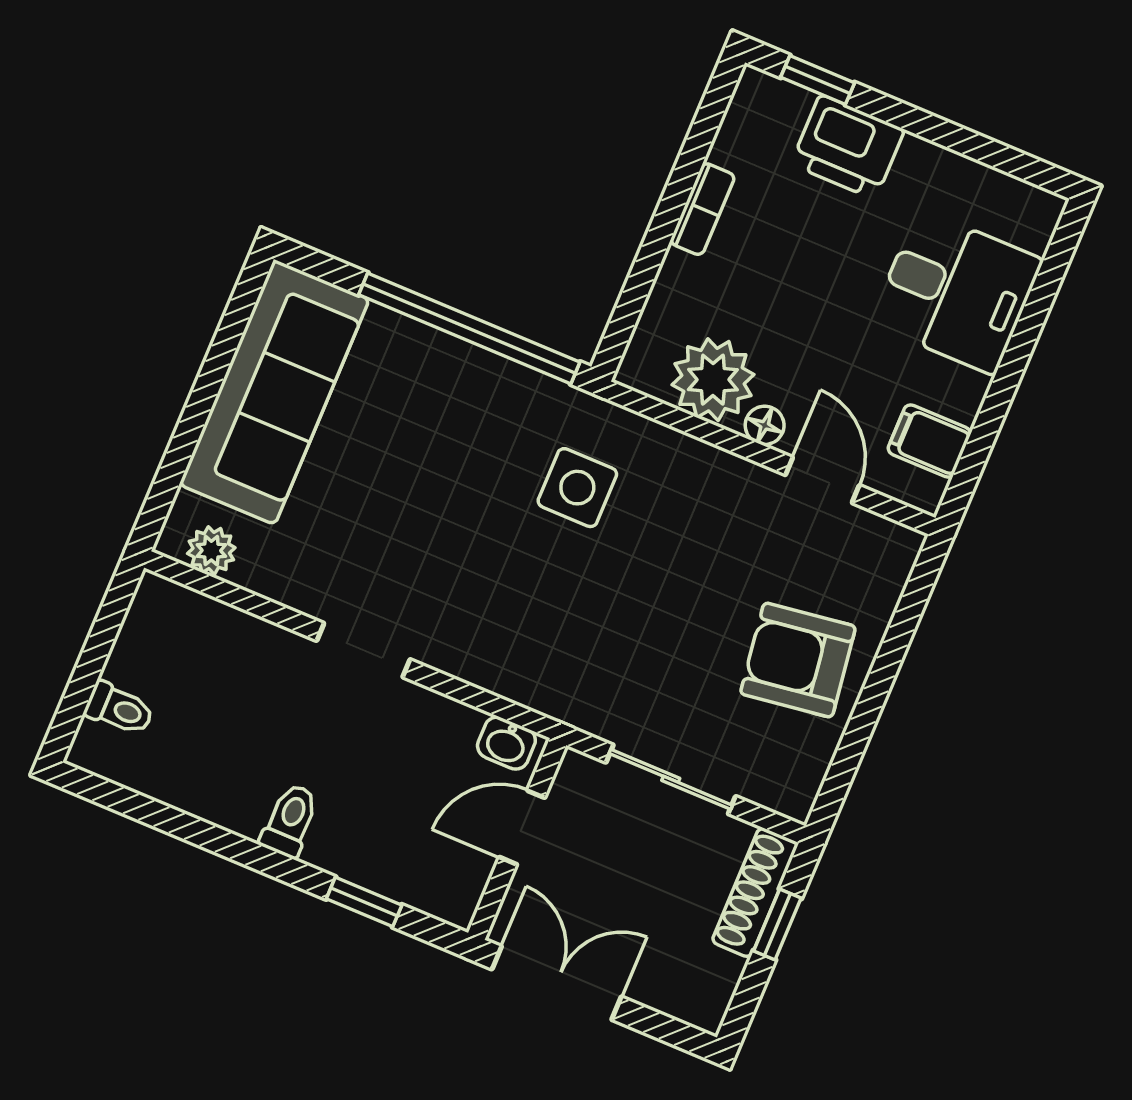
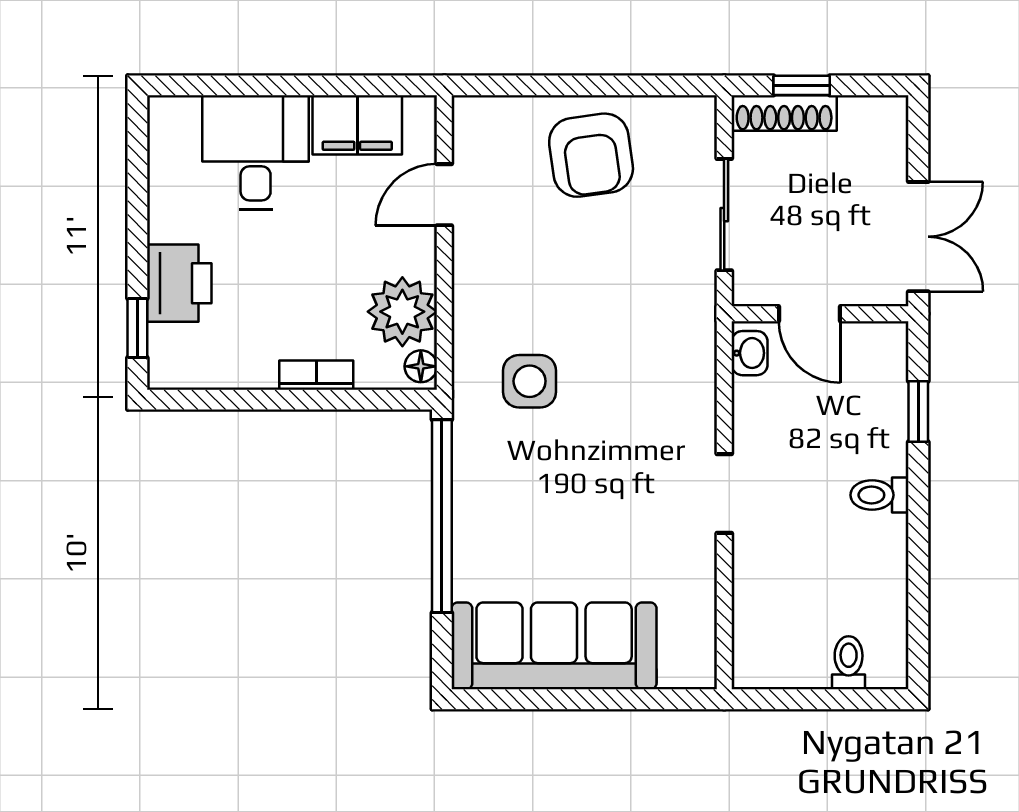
bookcase: (702, 209) -> (316, 375), moved
floor lamp: (765, 425) -> (421, 366), moved
filing cabinet: (929, 441) -> (357, 125), width x2.00
plant: (211, 551) -> (697, 643), removed
double door: (557, 983) -> (918, 237), swing flipped

